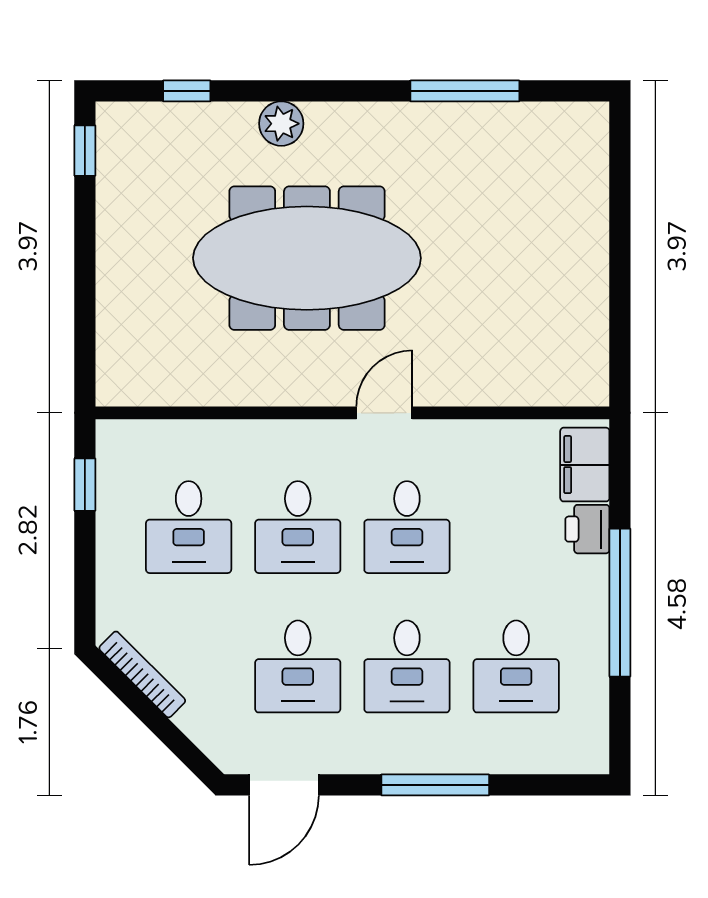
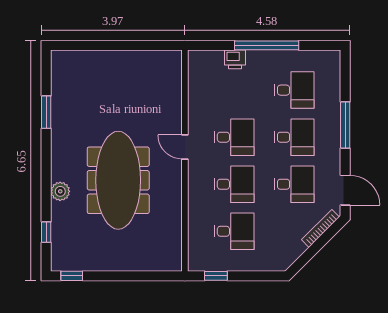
window: (465, 91) -> (46, 112), width x0.69
filing cabinet: (585, 465) -> (207, 61), removed
bookcase: (142, 674) -> (320, 228), moved

